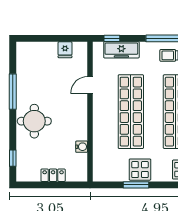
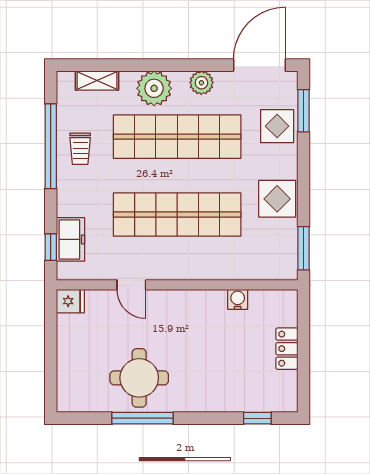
fridge: (65, 50) -> (70, 301), moved
freezer: (121, 50) -> (71, 239), width x0.71
round table: (34, 121) -> (139, 378), moved
window: (136, 185) -> (304, 248), moved

